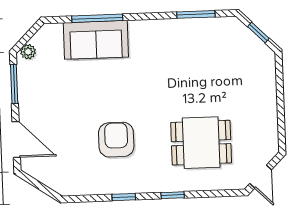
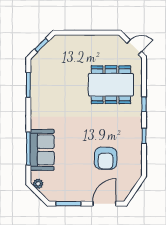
plant: (28, 52) -> (38, 184), moved
armchair: (116, 140) -> (106, 158), moved, turned -89
dining table: (201, 143) -> (111, 85), width x1.37

